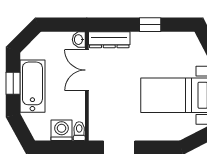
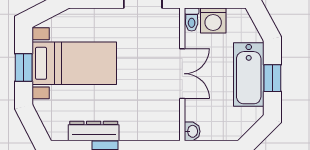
dresser: (109, 40) -> (94, 131), moved
double door: (87, 70) -> (182, 74), moved

